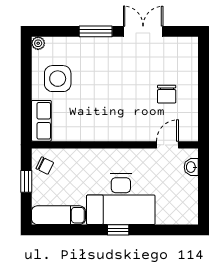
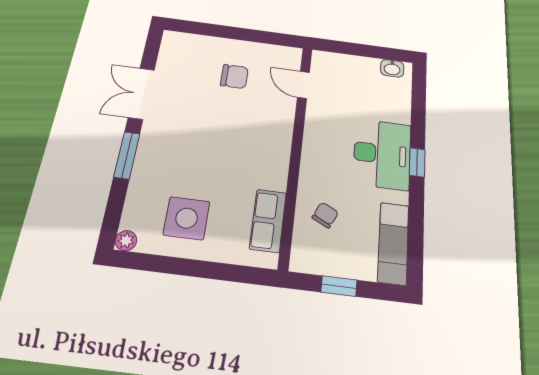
row of seats: (41, 121) -> (268, 221), moved, turned -90
chair: (45, 166) -> (325, 215), moved
washbasin: (191, 167) -> (392, 68), moved
desk: (121, 199) -> (382, 154), width x0.73, depth x0.77

